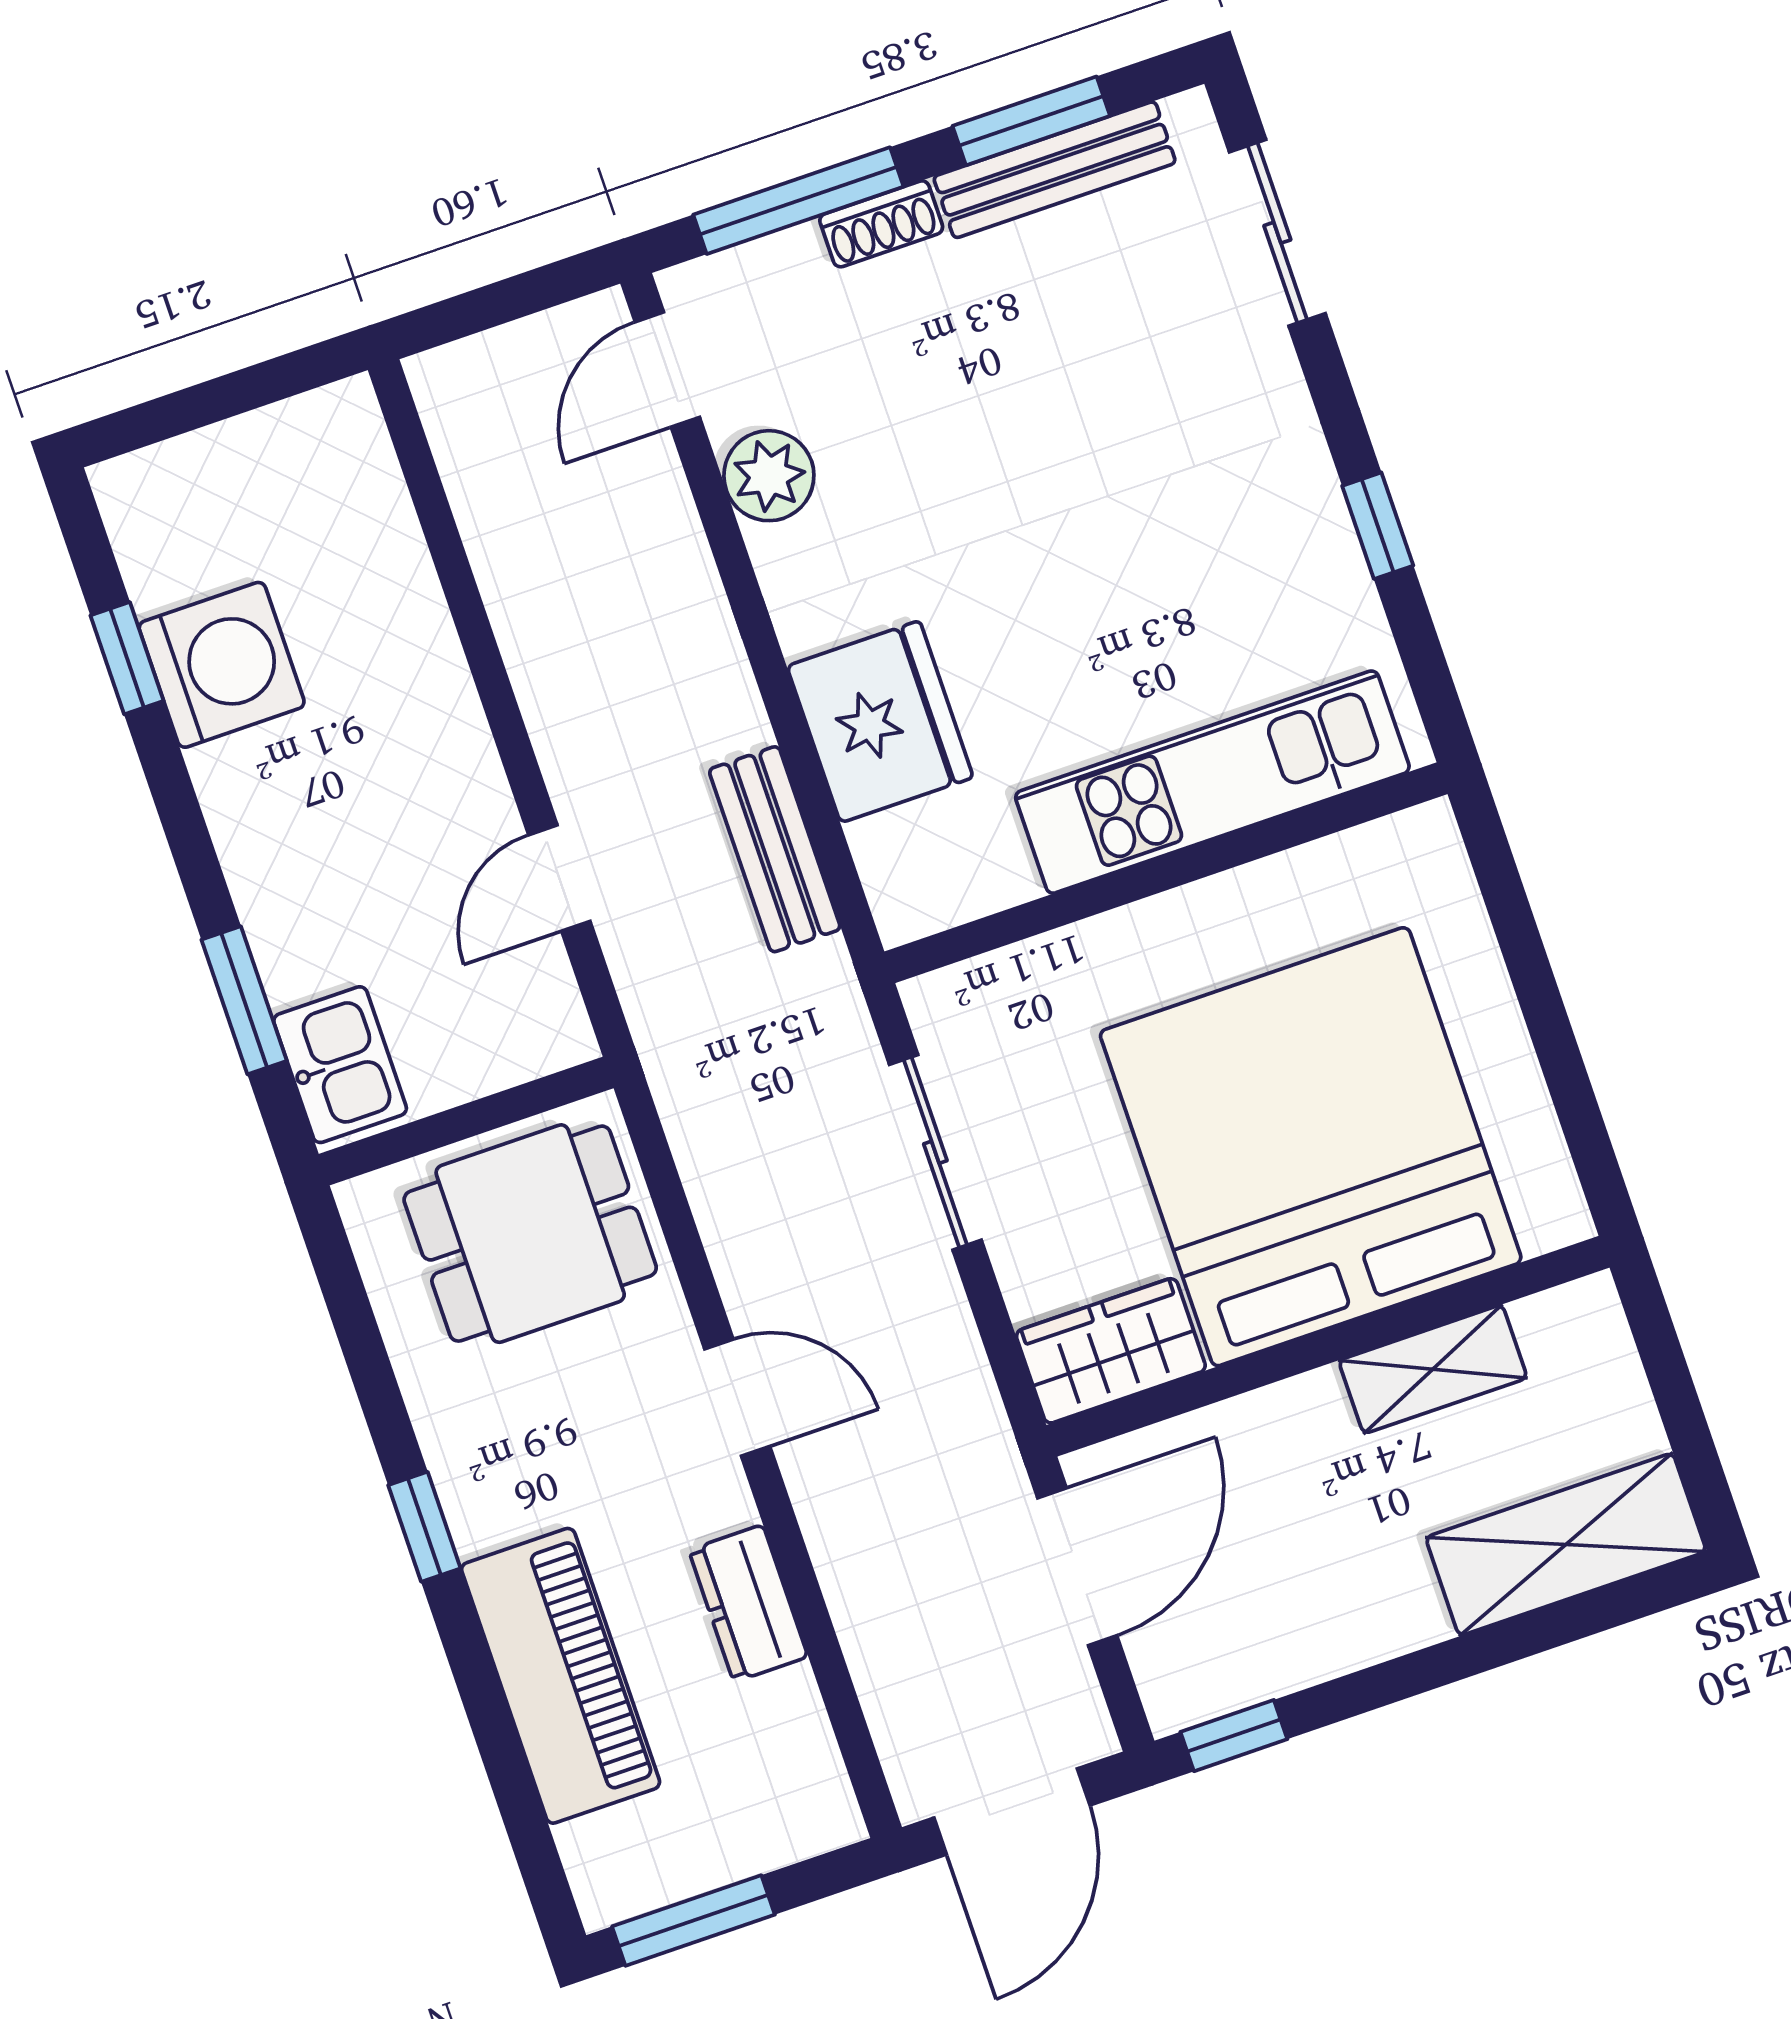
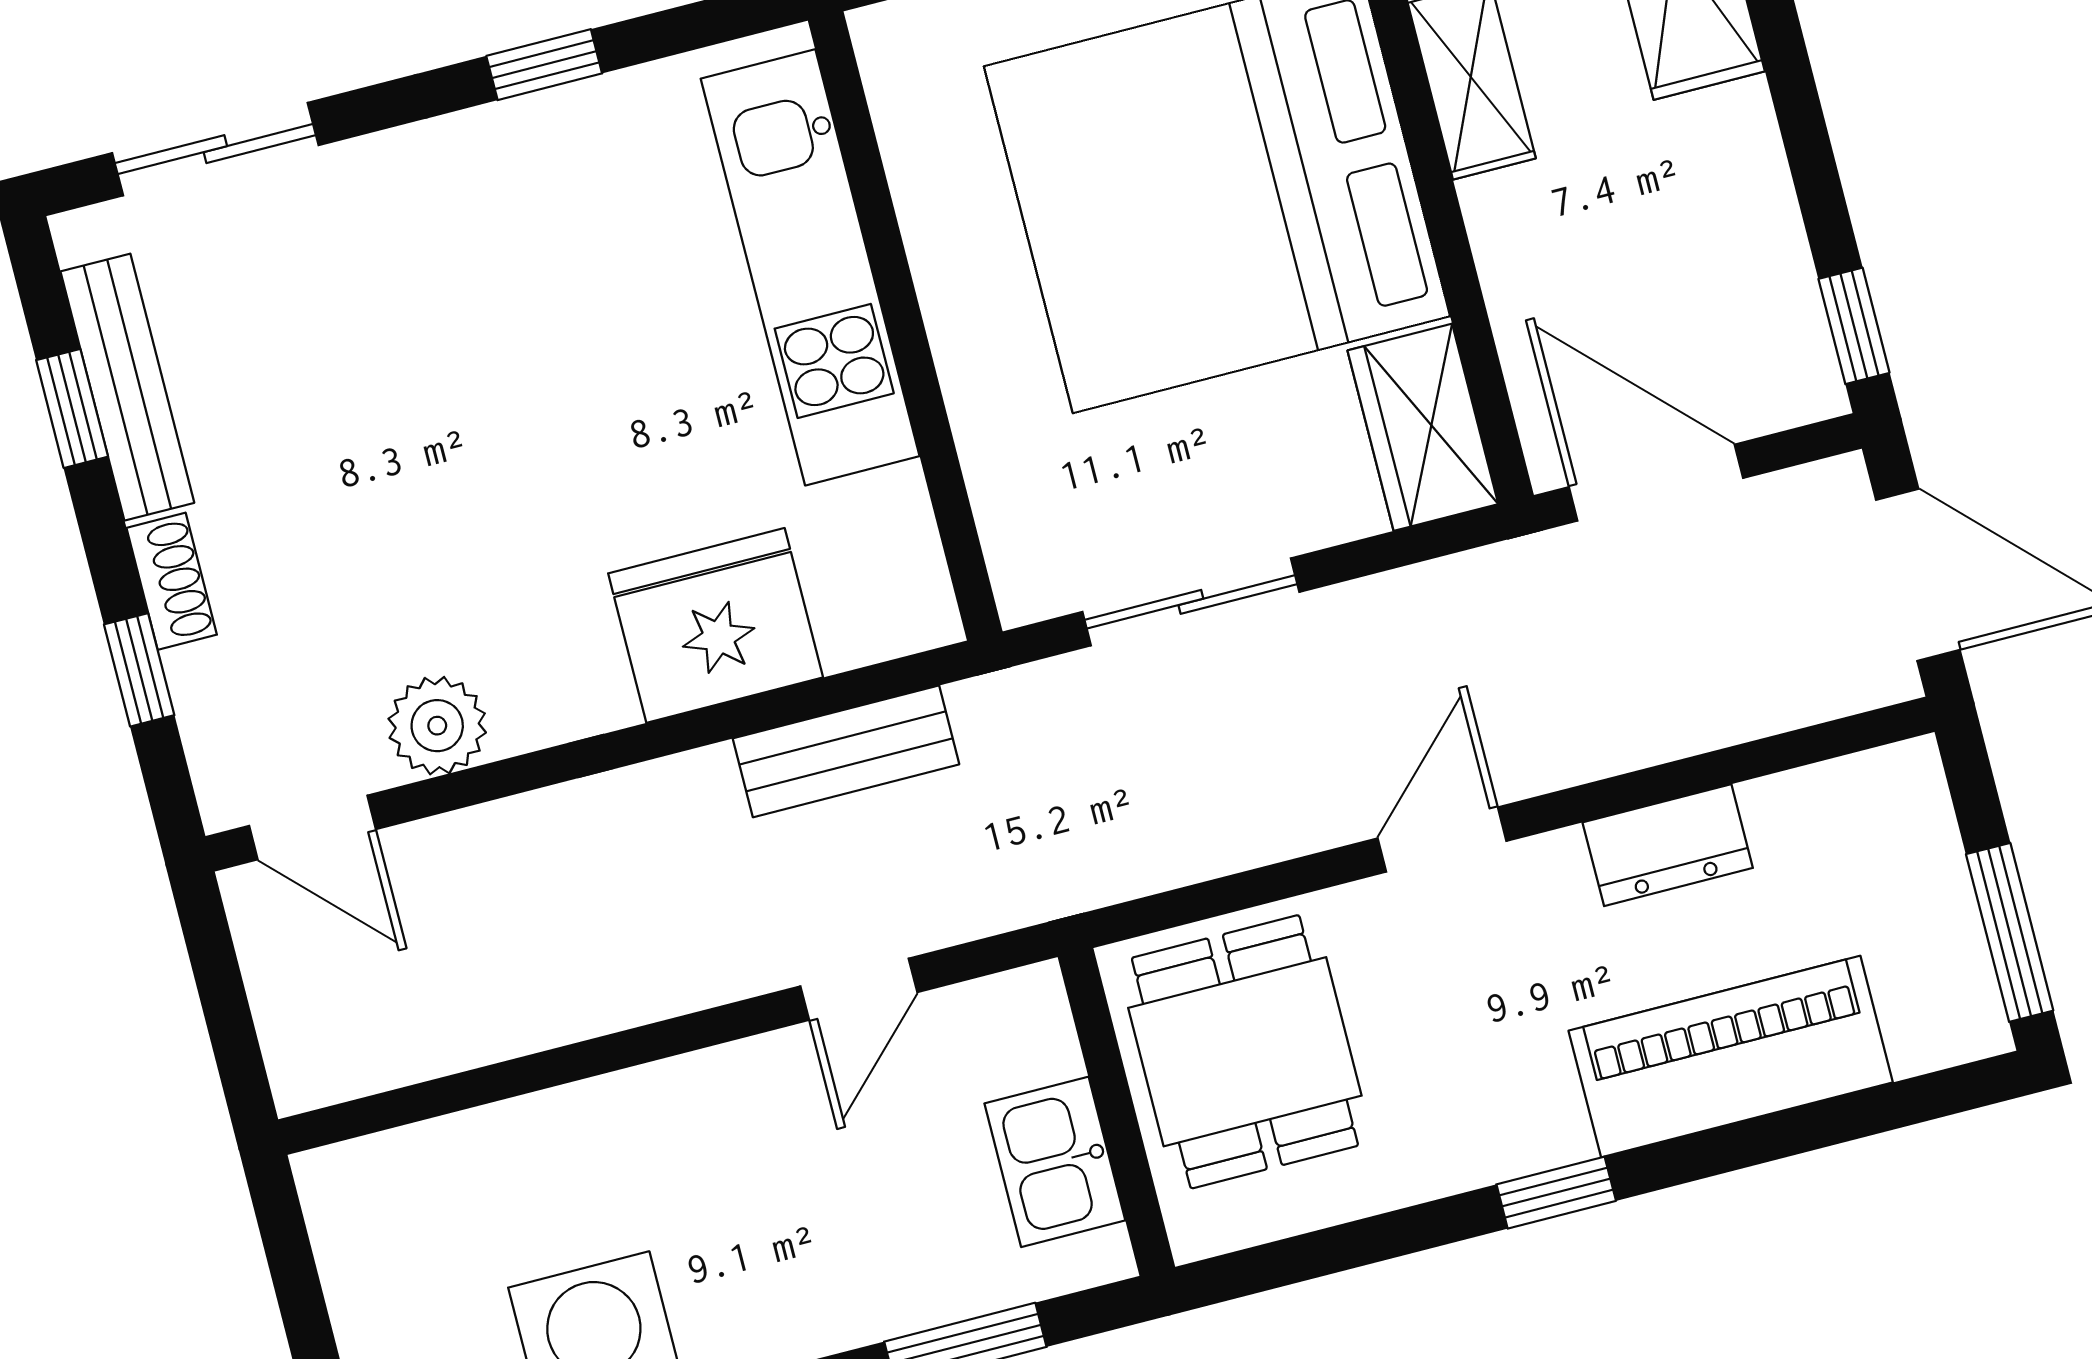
window: (1031, 121) -> (72, 408), width x0.67
window: (798, 201) -> (139, 670), width x0.46
door: (559, 878) -> (859, 989), hinge flipped
kitchen sink: (340, 1065) -> (1055, 1162), moved, turned -90

